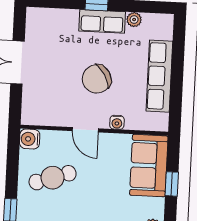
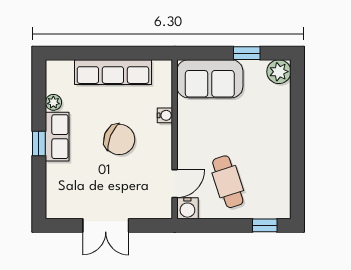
chair: (97, 79) -> (119, 139), turned -36
door: (85, 130) -> (175, 184), moved
window: (172, 184) -> (247, 53), moved

